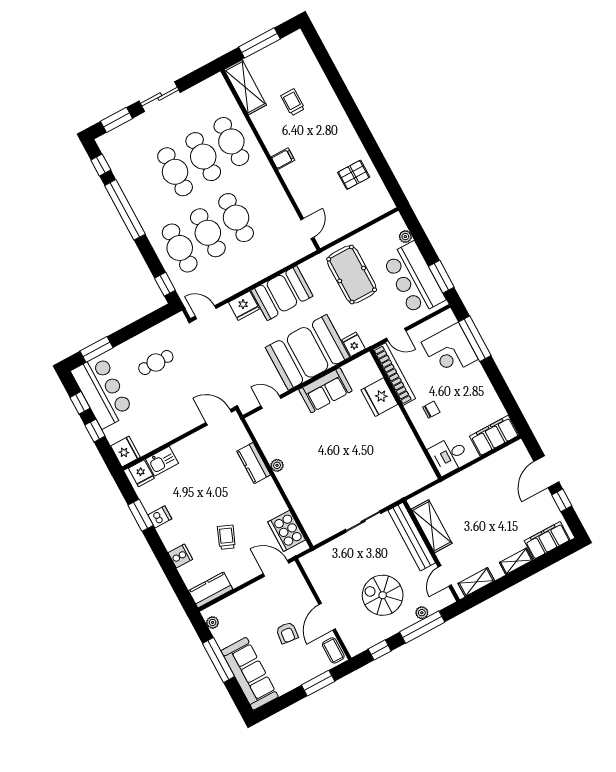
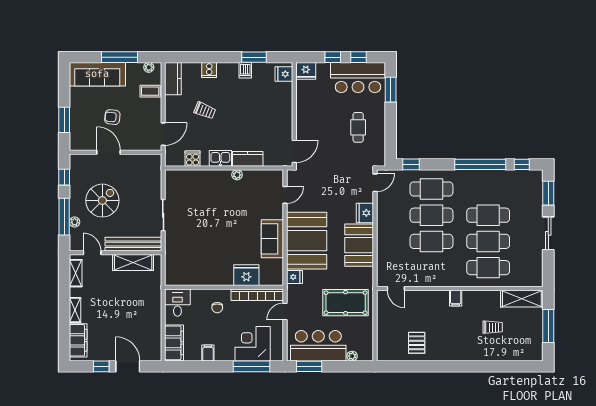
filing cabinet: (486, 393) -> (208, 353), added
kitchen sink: (162, 461) -> (220, 158), moved, turned 90
cooker: (287, 531) -> (193, 159), width x0.53, depth x0.76
coffee table: (333, 650) -> (150, 91), moved

